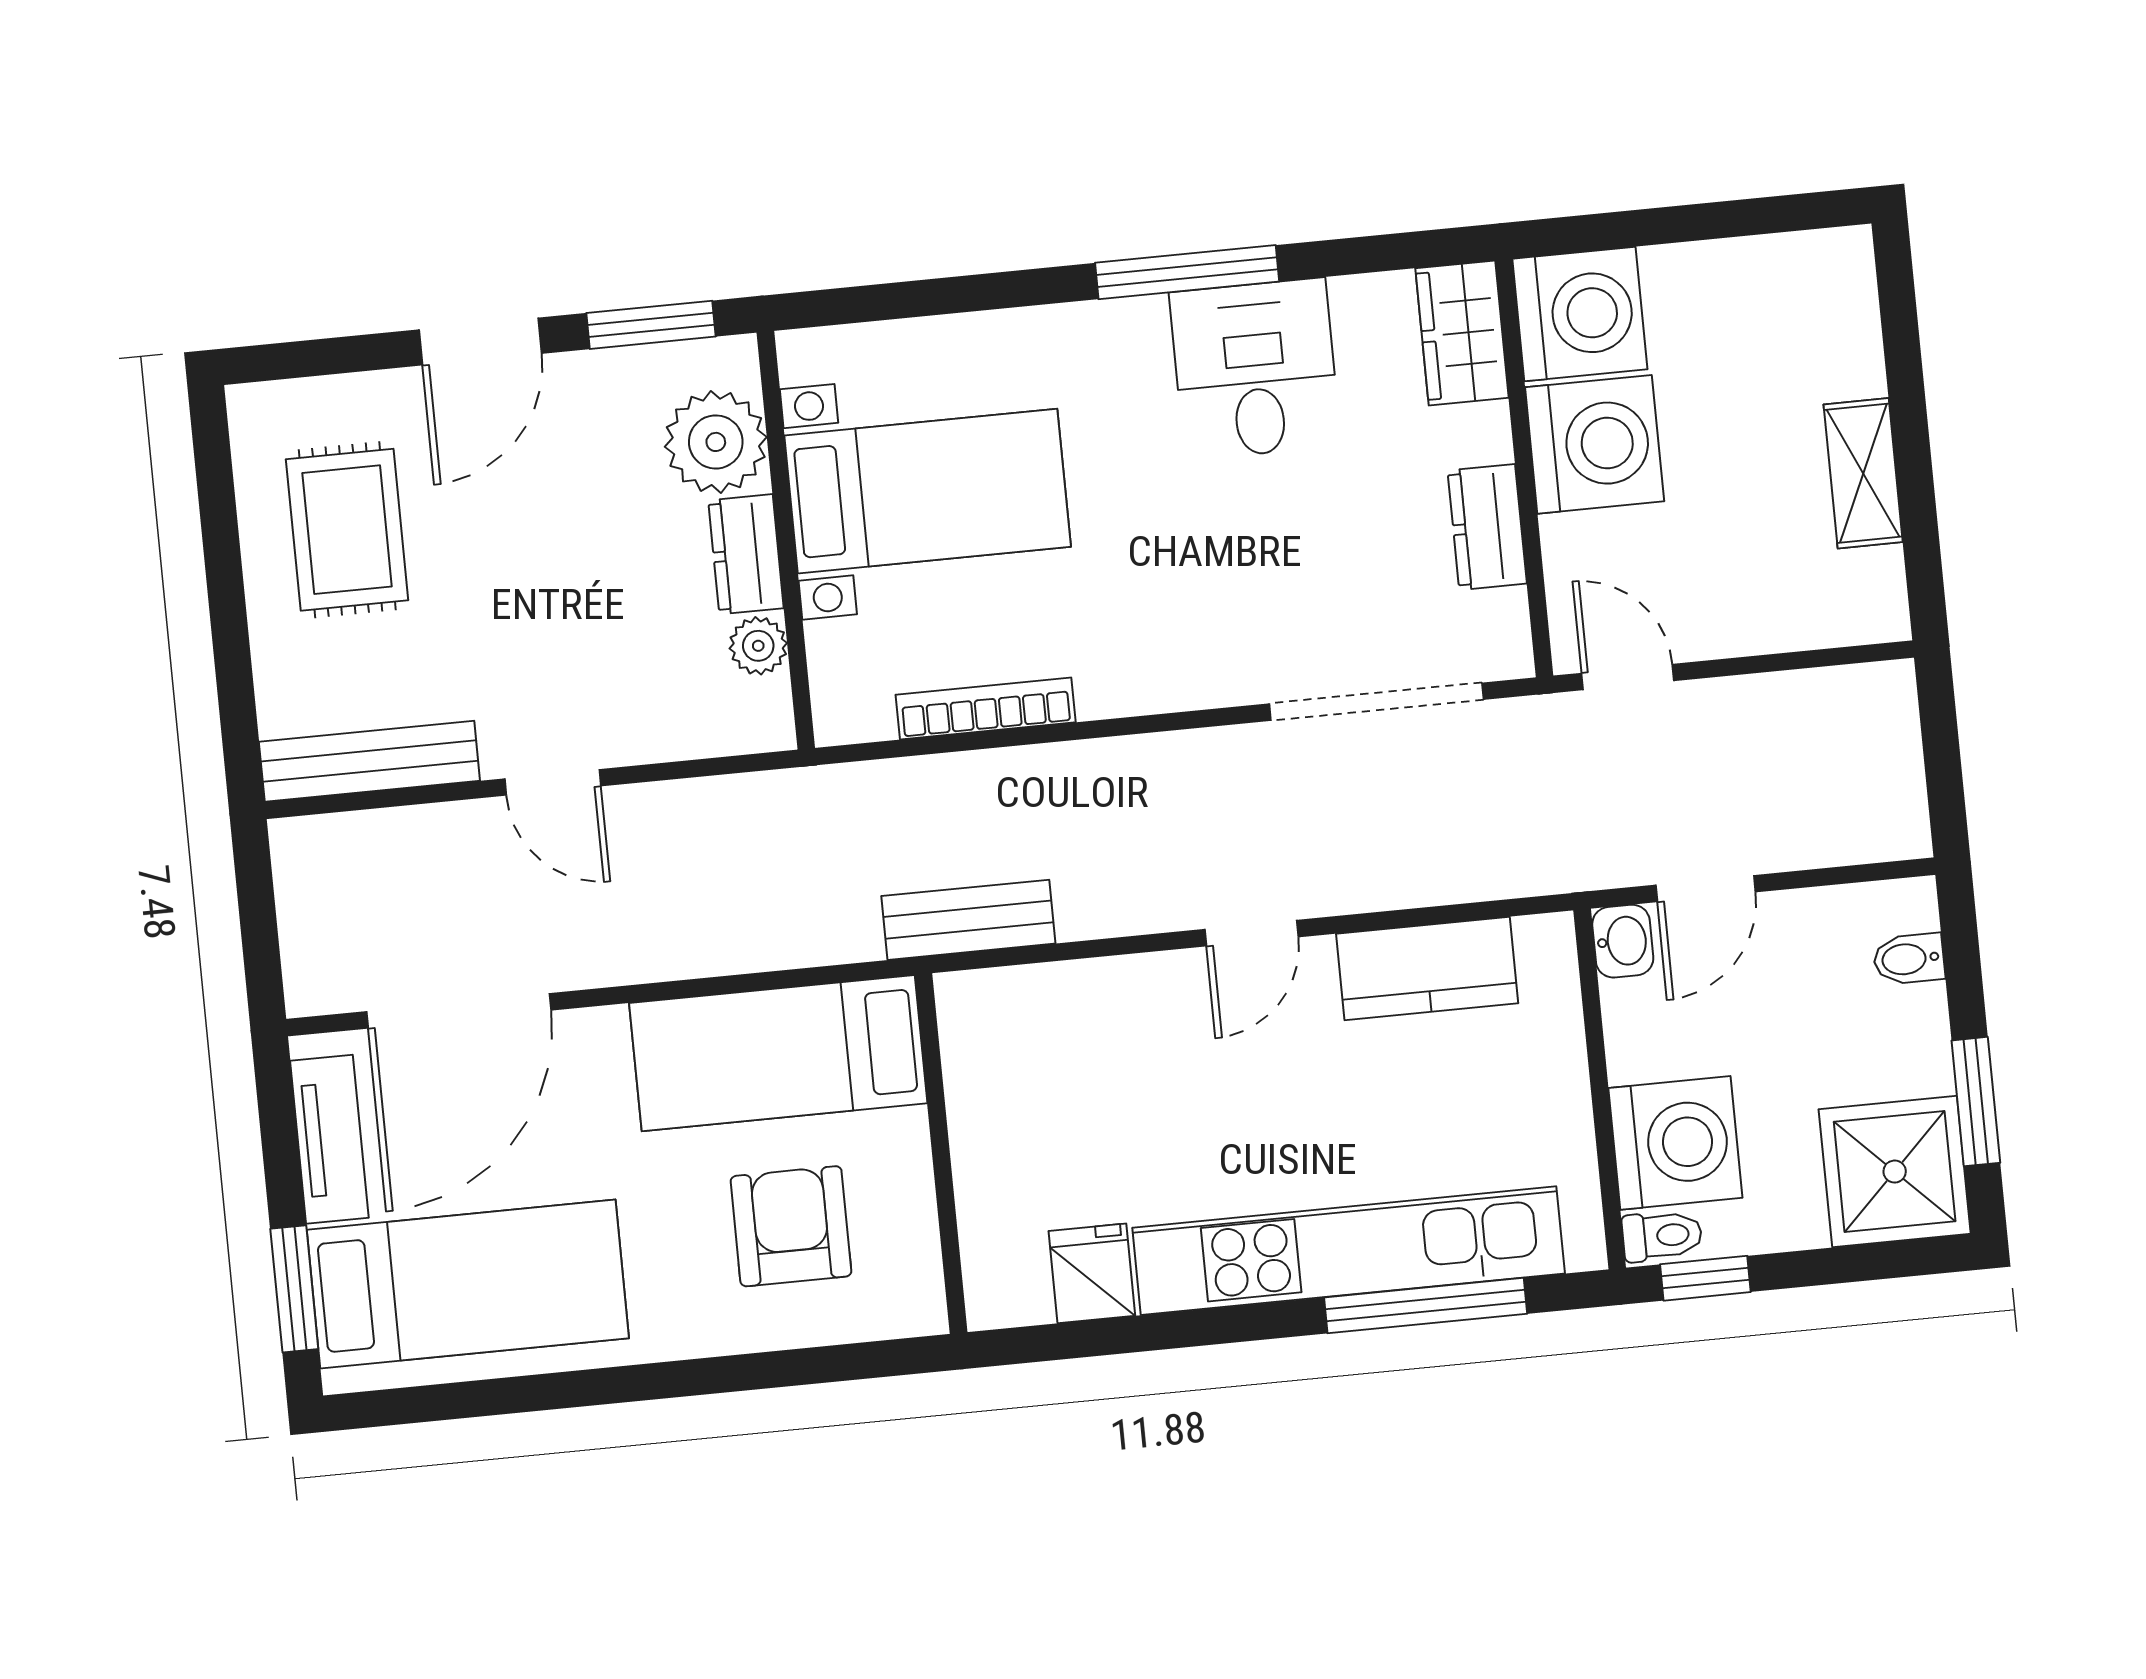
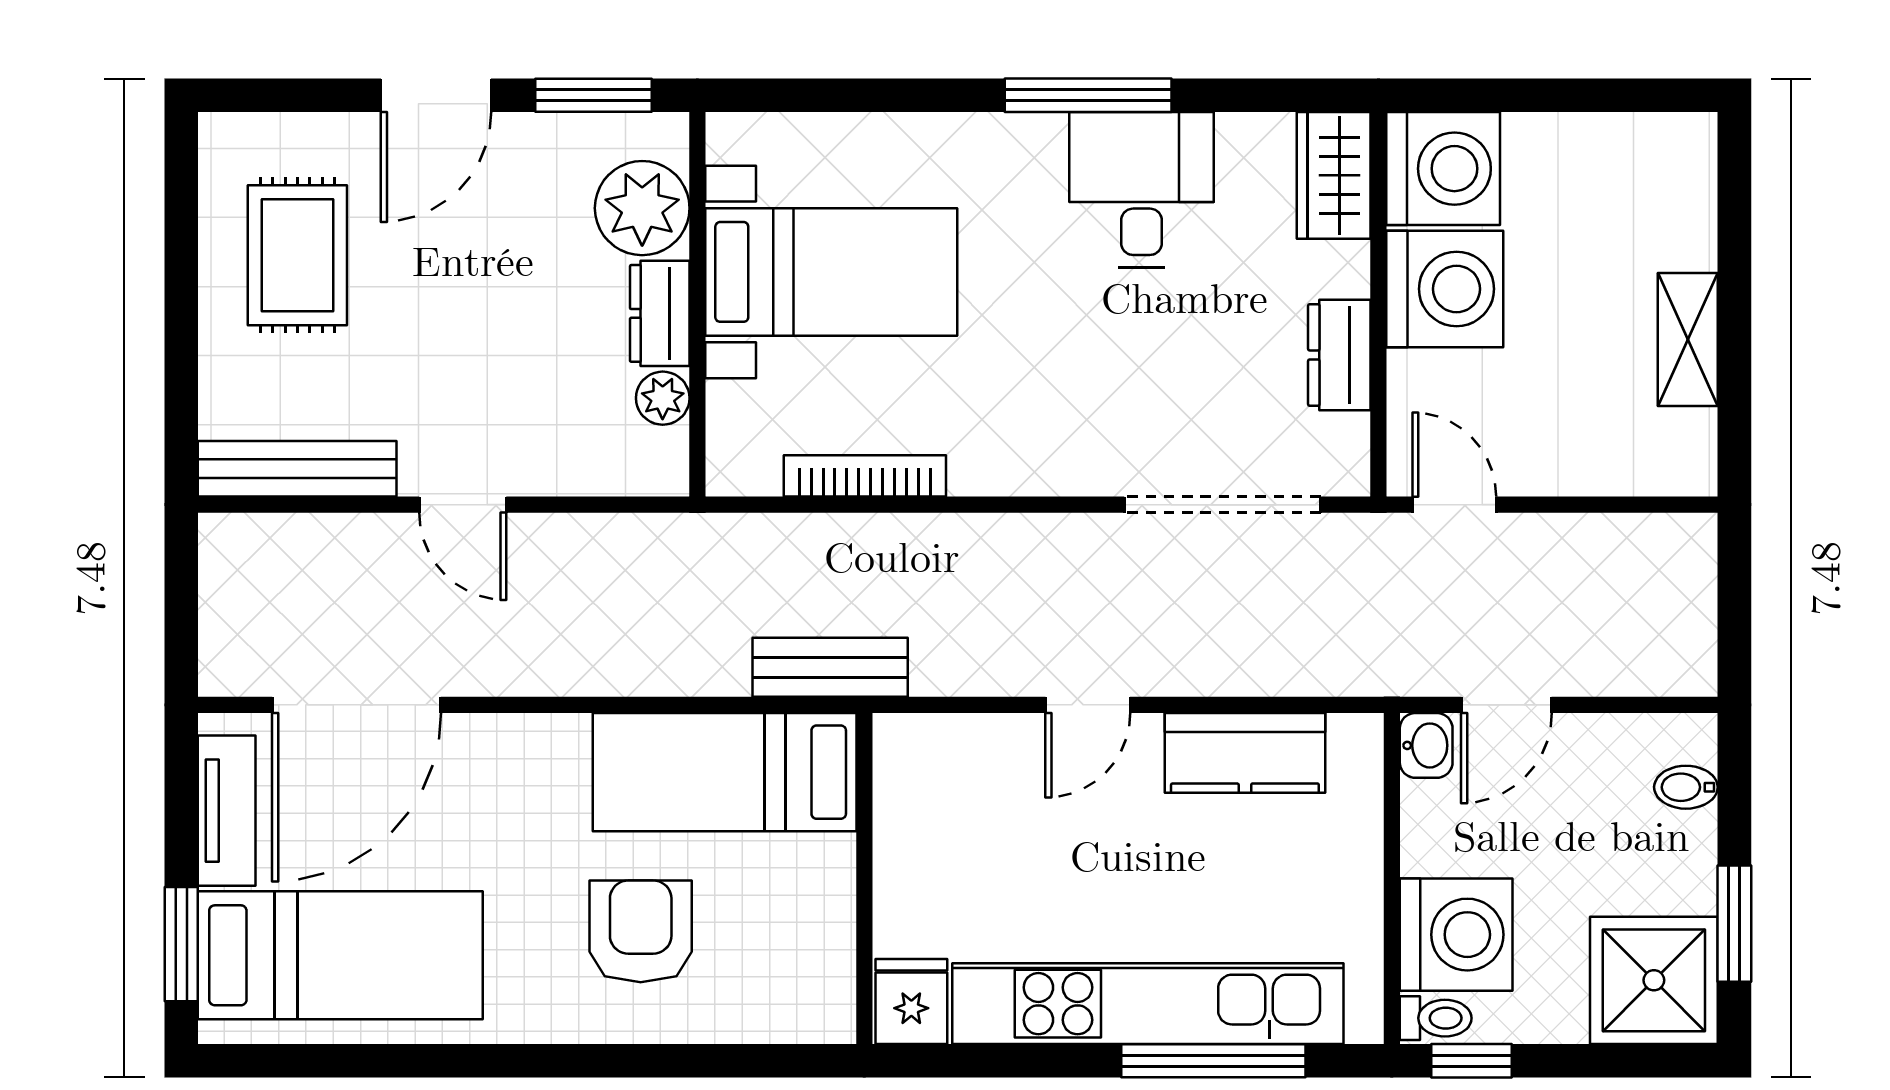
bed: (778, 1053) -> (725, 772), moved
wall: (941, 1154) -> (864, 878), moved

